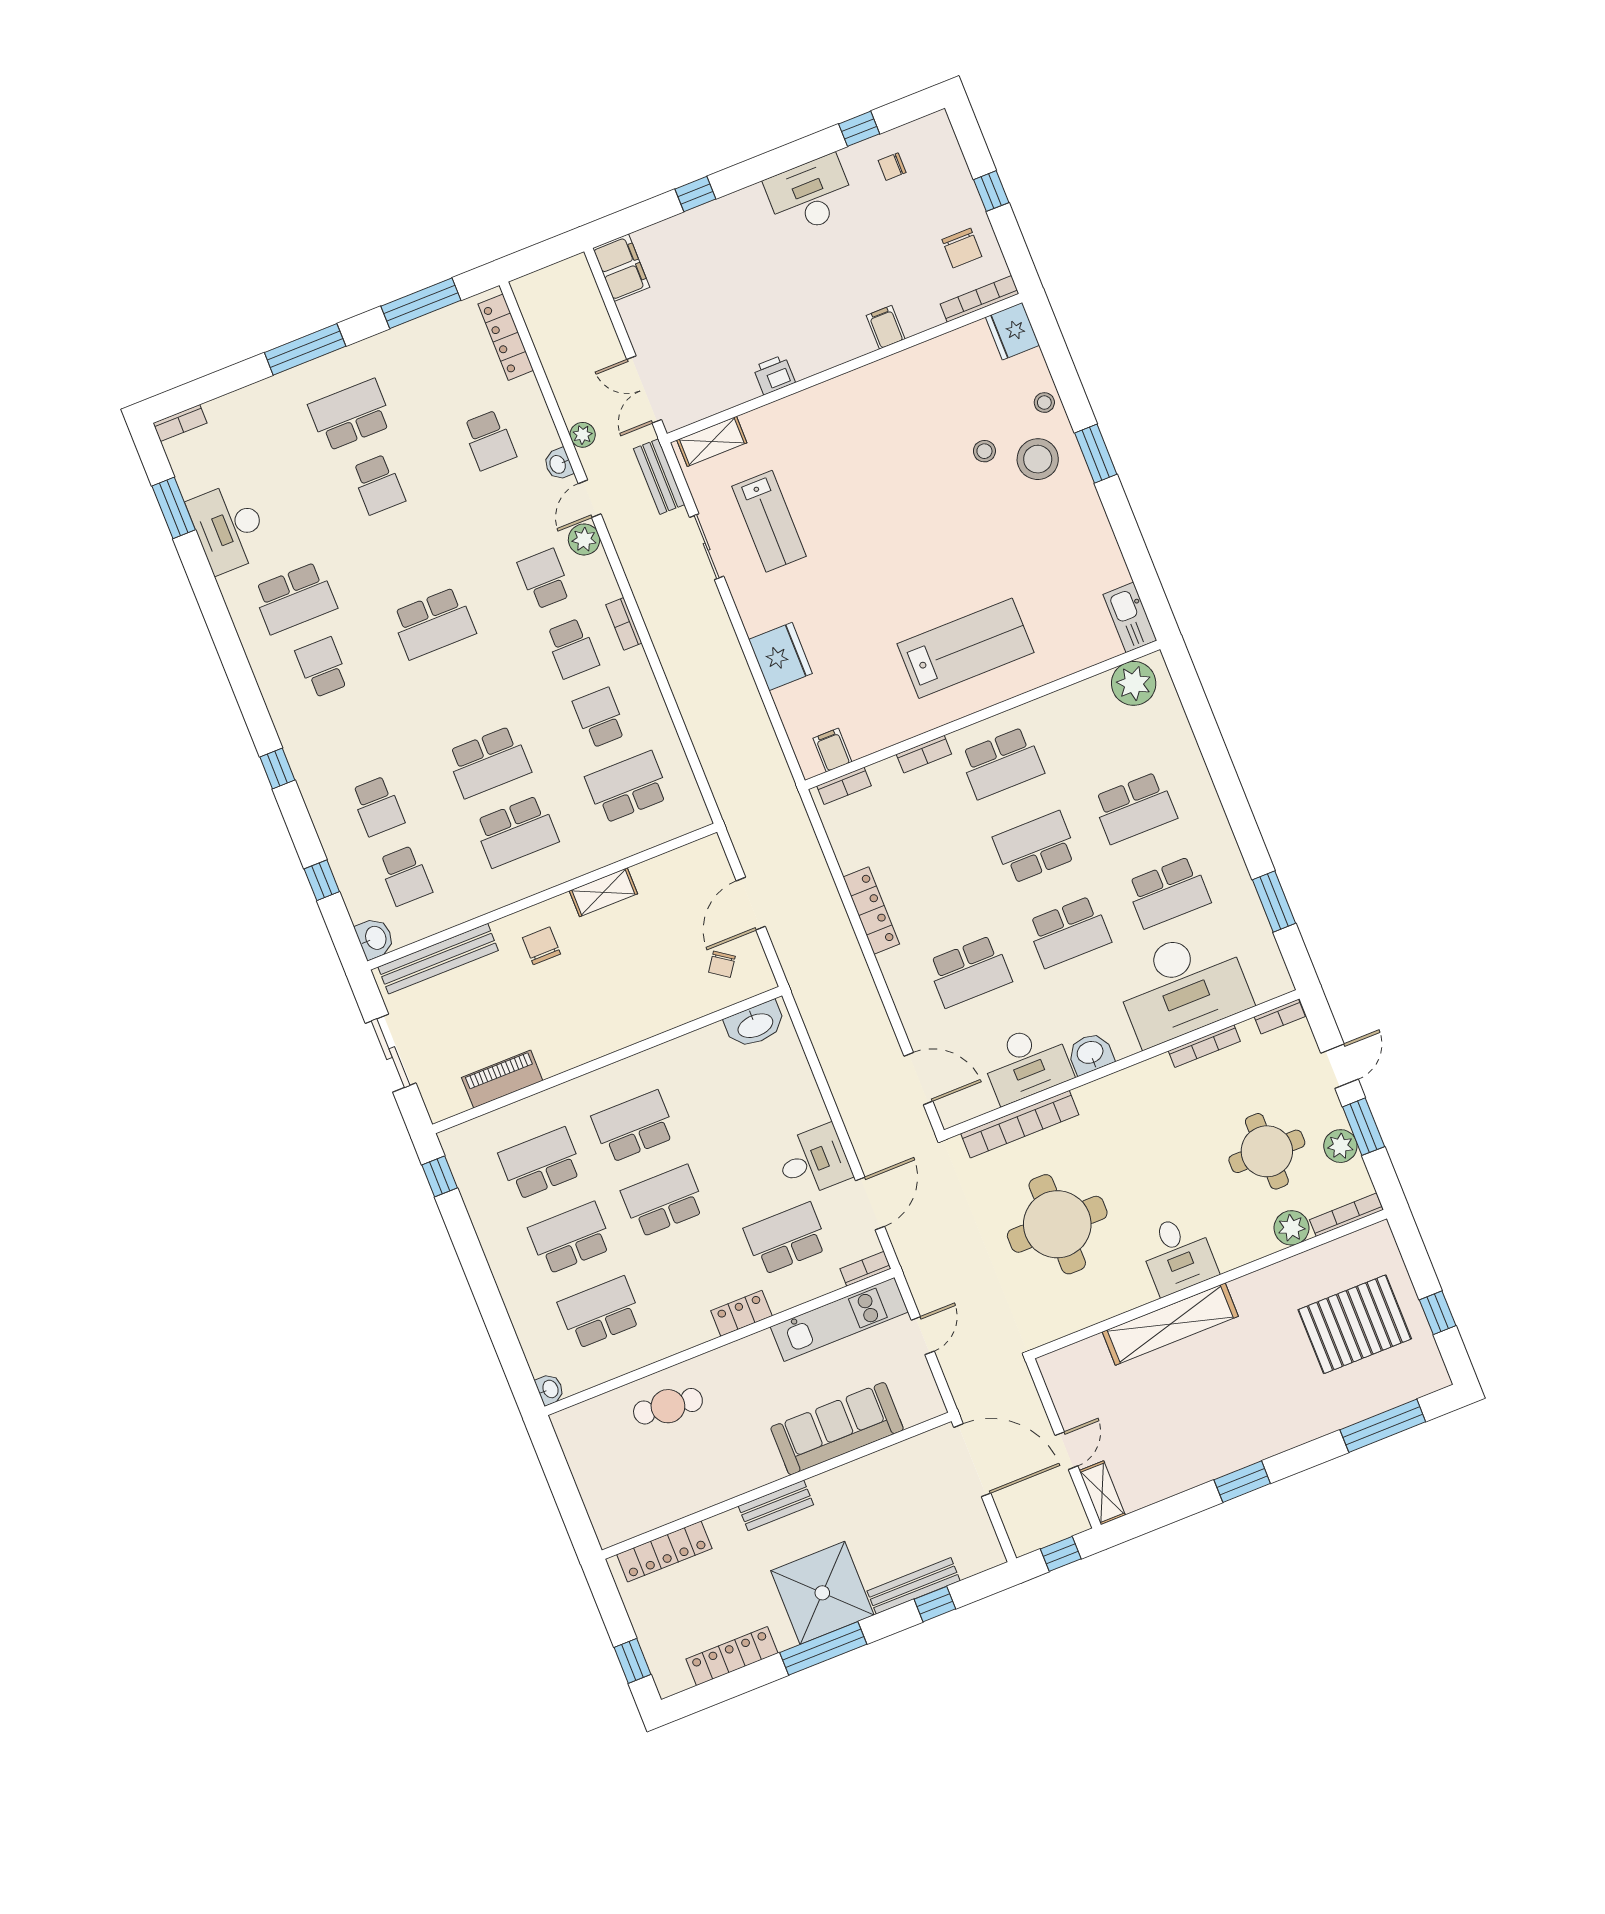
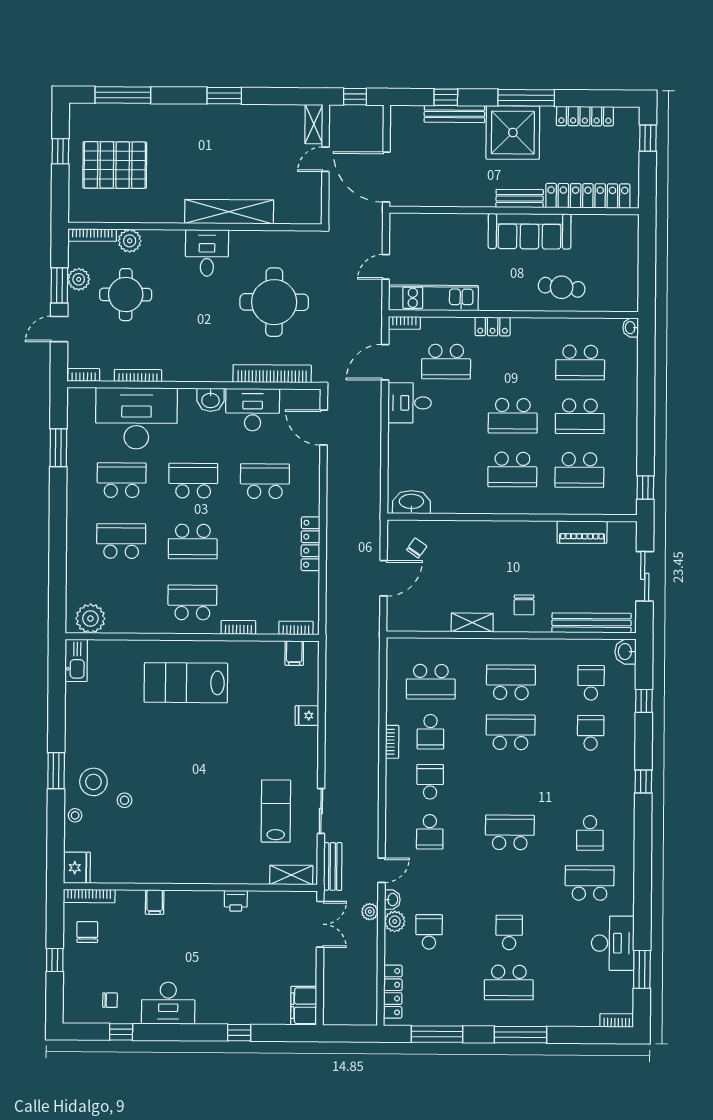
plant: (584, 539) -> (395, 921), moved
bookcase: (624, 624) -> (392, 742), moved
fridge: (780, 657) -> (307, 716), width x0.53, depth x0.75
sofa: (837, 1429) -> (530, 231), moved
locker: (664, 1551) -> (588, 196), width x1.41, depth x1.21

